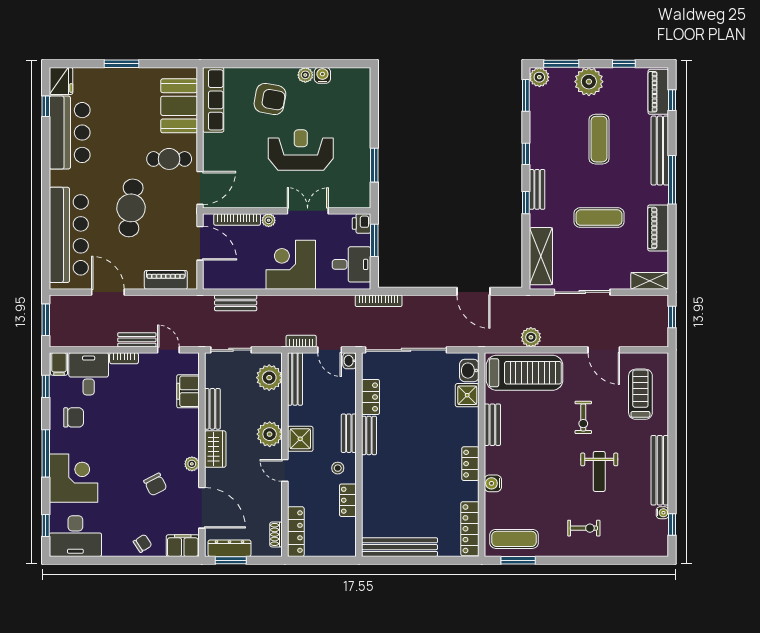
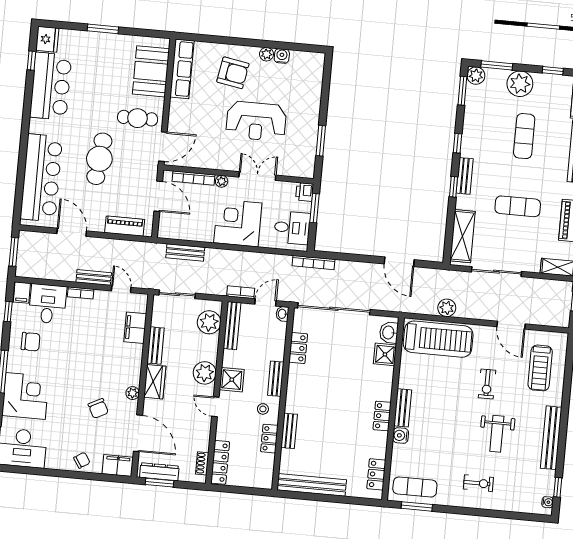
reception desk: (301, 150) -> (256, 121), turned 180
door: (330, 350) -> (265, 302), swing flipped
treadmill: (640, 394) -> (540, 368), turned 180
bench: (492, 425) -> (403, 408), moved
bench: (369, 435) -> (289, 431), moved
water cooler: (662, 513) -> (548, 502), moved
locker: (470, 529) -> (376, 474), width x0.66

